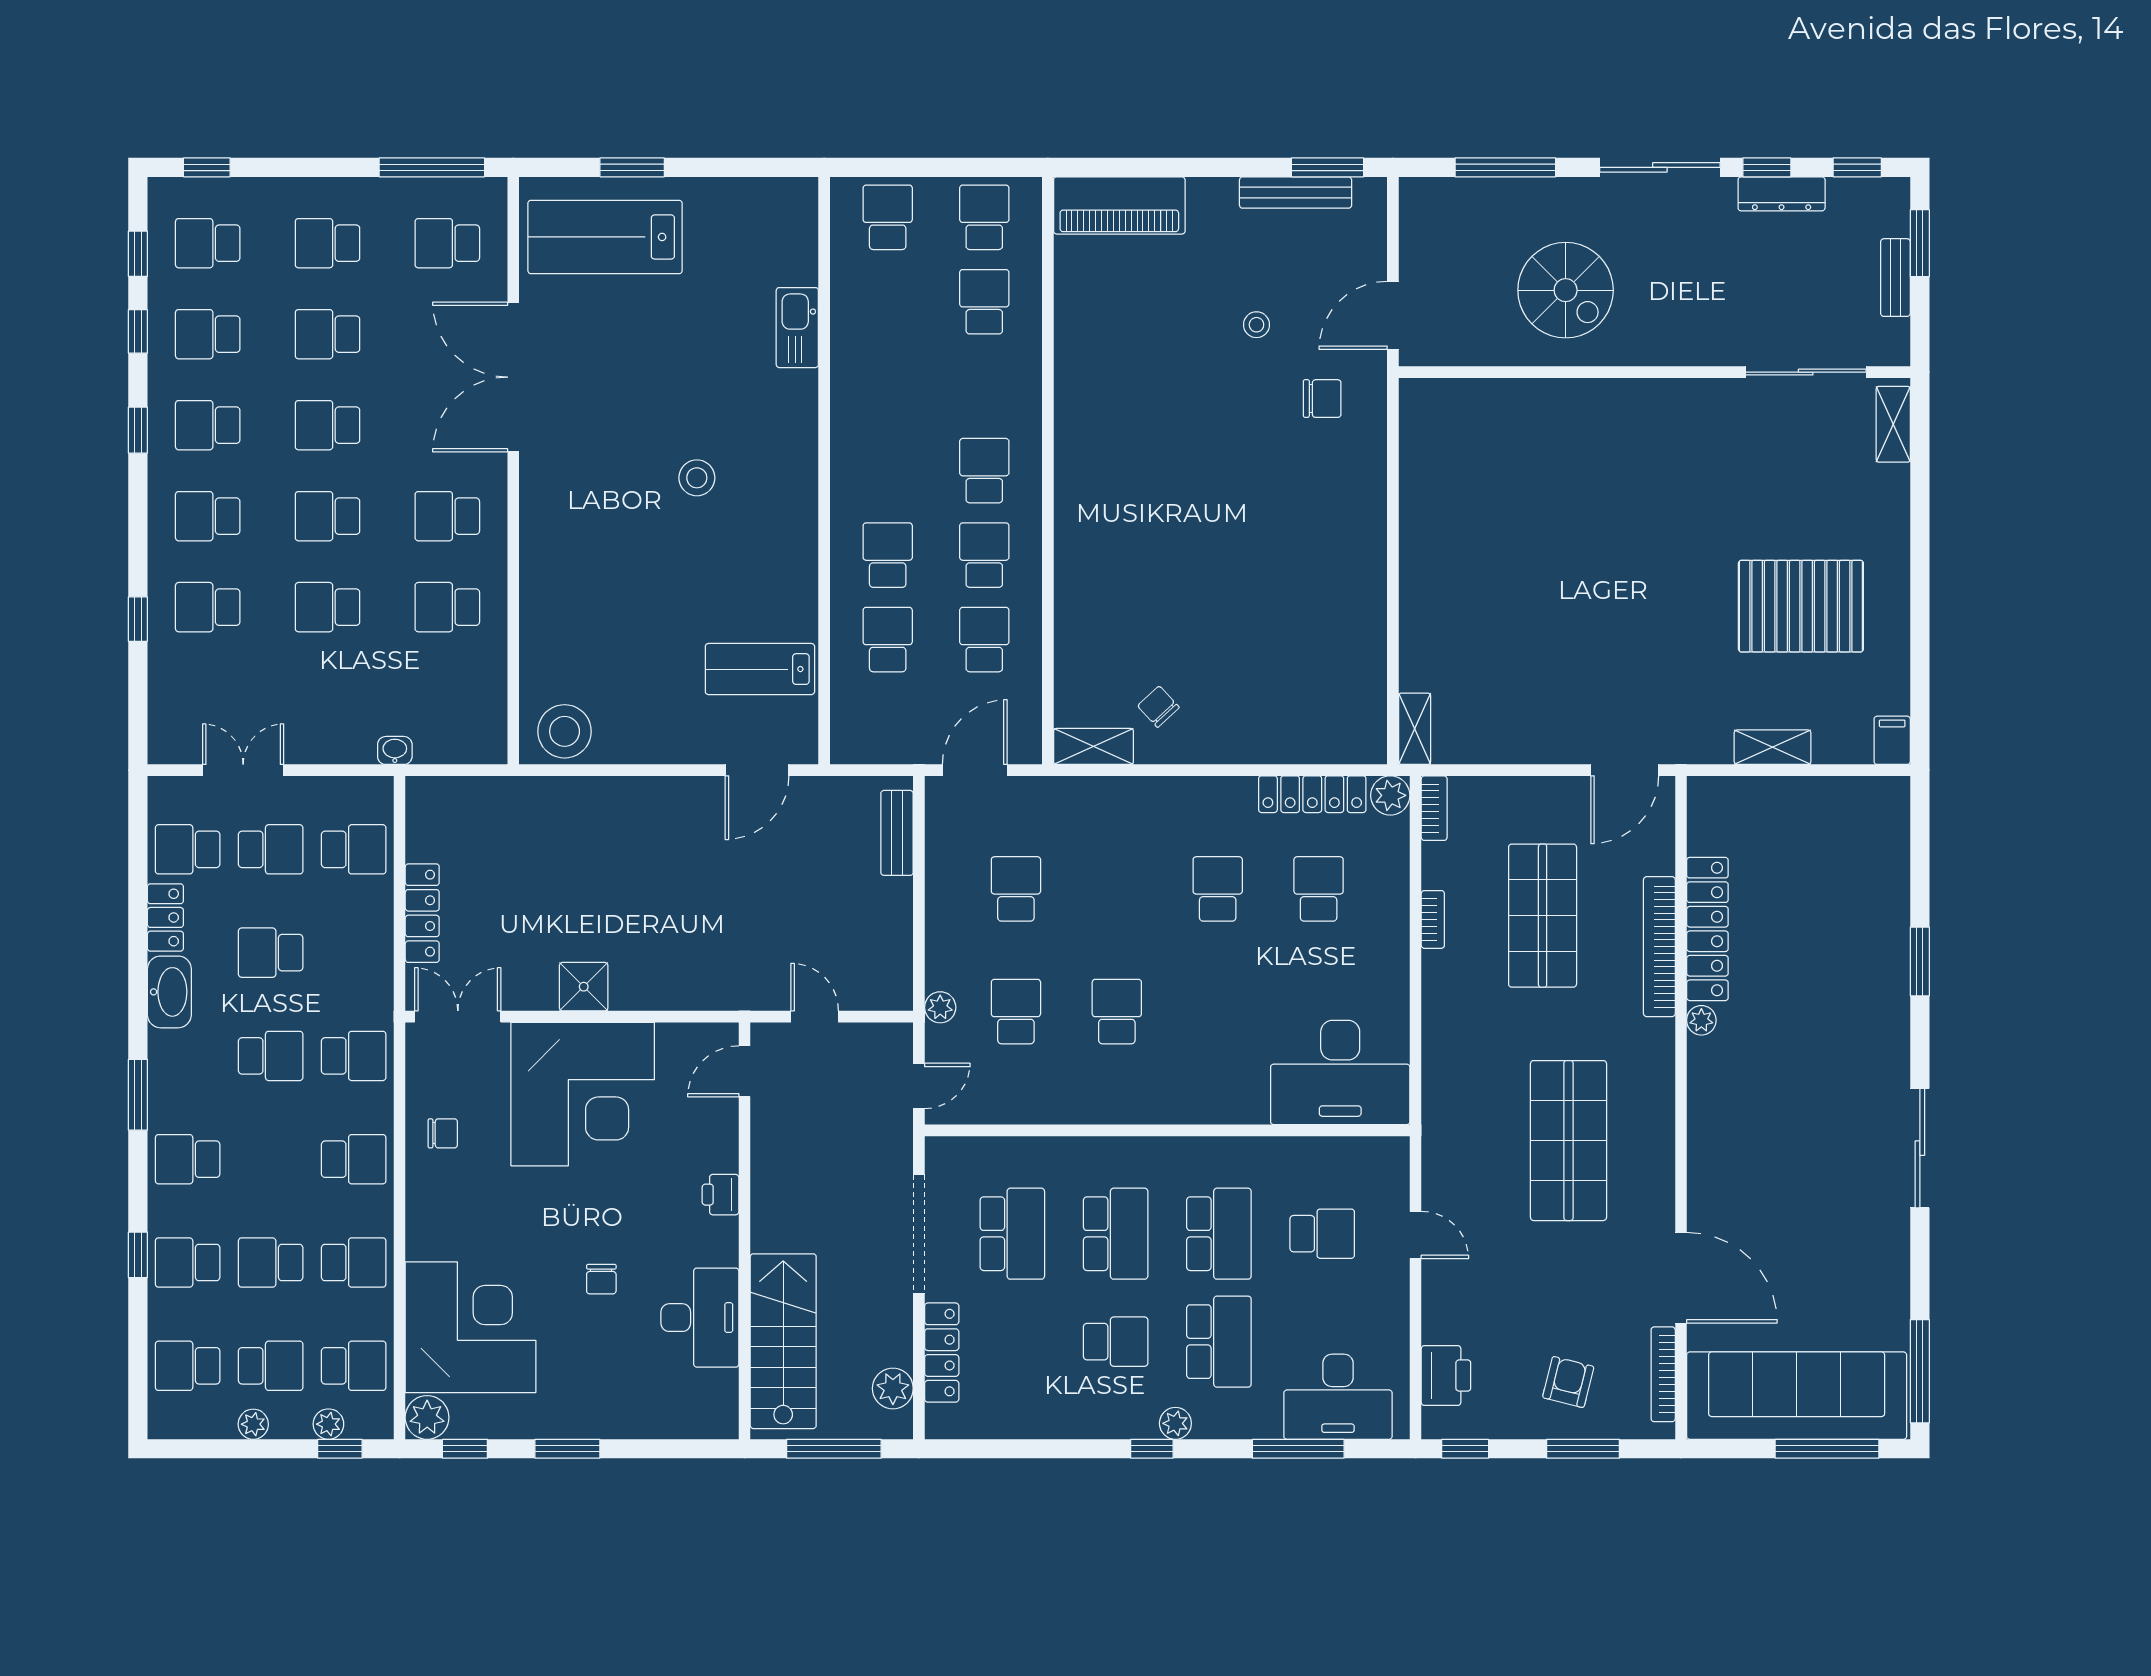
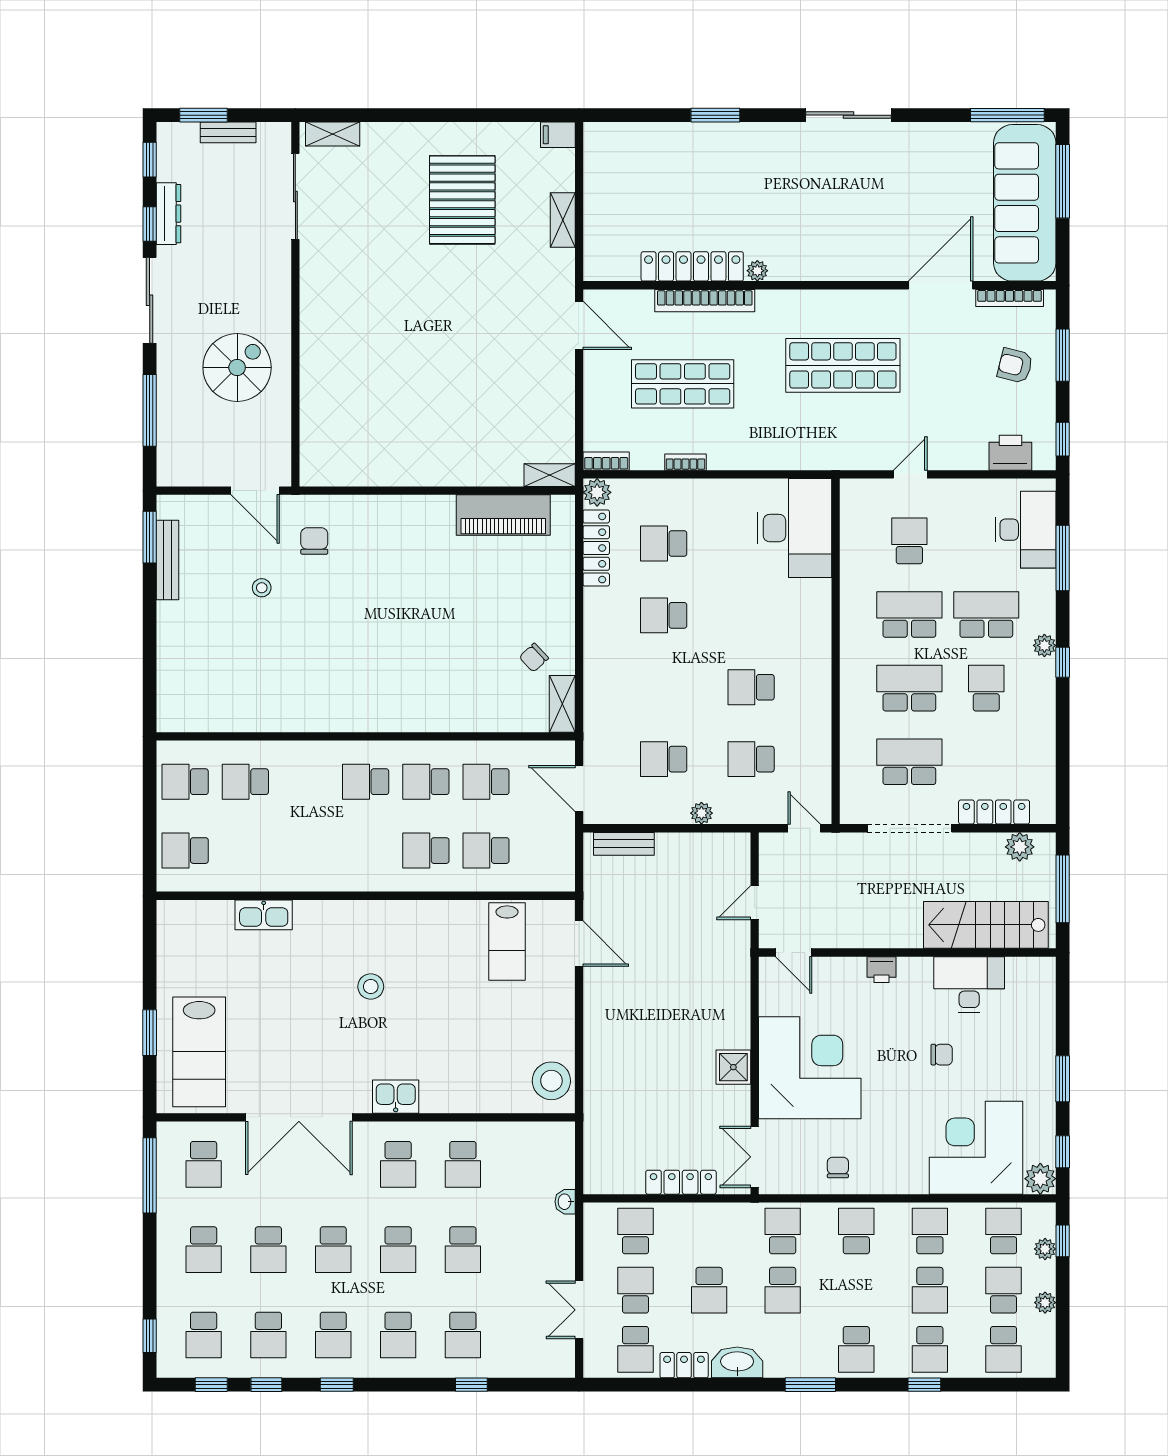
piano: (1119, 205) -> (503, 515), moved, turned 90
kitchen sink: (542, 513) -> (396, 1097), added
plant: (940, 1007) -> (701, 813), moved
school desk: (271, 1056) -> (783, 1290), turned 180

